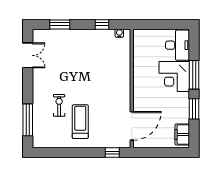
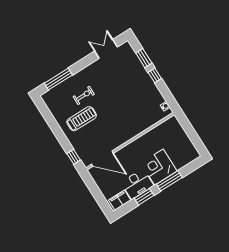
window: (102, 24) -> (155, 75), moved
desk: (178, 45) -> (137, 184), moved
double door: (28, 55) -> (106, 49), swing flipped

